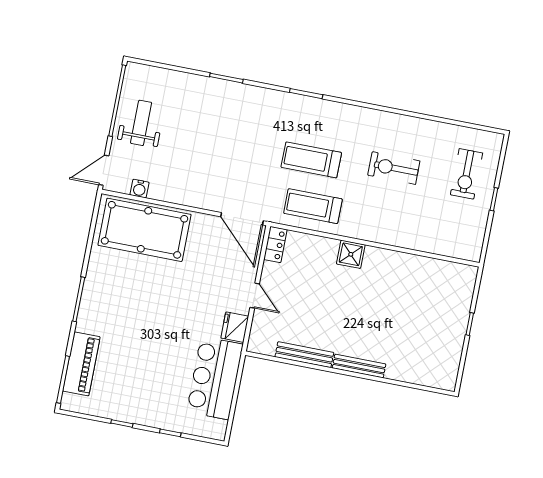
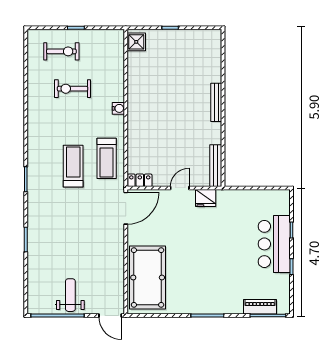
weight bench: (141, 123) -> (70, 295), turned 90
treadmill: (311, 160) -> (73, 166), turned 180
exercise bike: (394, 168) -> (73, 89), moved, turned 90
water cooler: (139, 189) -> (118, 108), moved
shower: (351, 254) -> (136, 42), moved
bench: (304, 355) -> (216, 166), moved
piano: (81, 364) -> (260, 307), width x0.73, depth x0.75
bar counter: (215, 378) -> (274, 244), moved, turned 90

